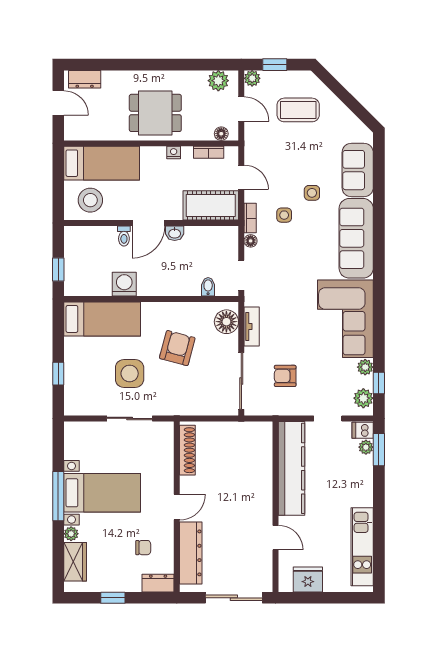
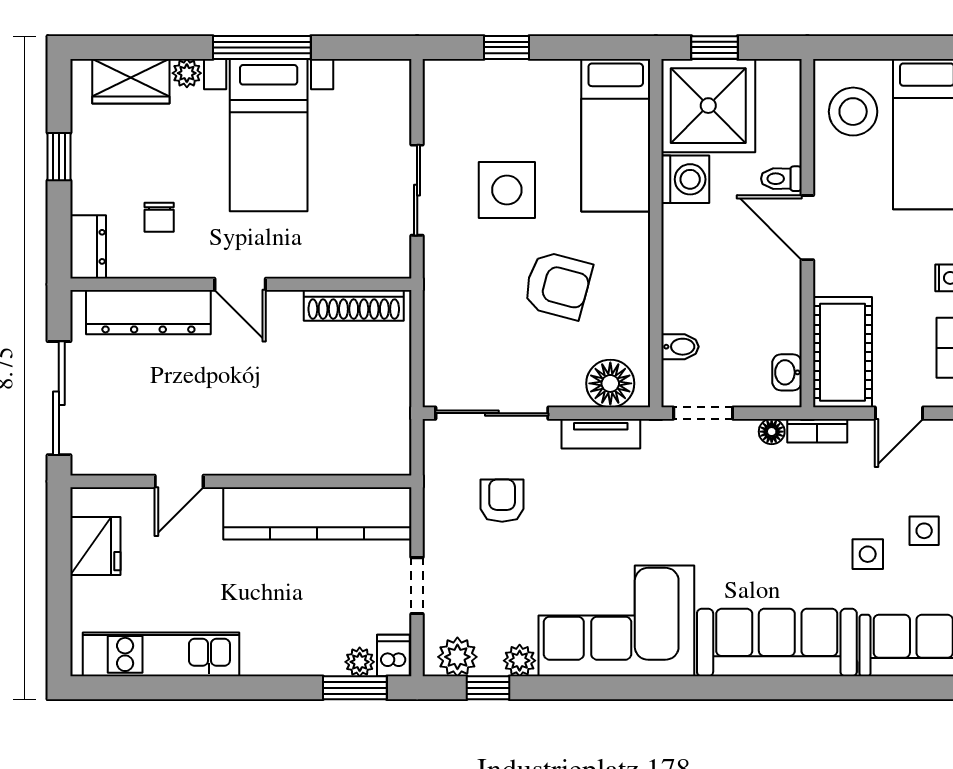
side table: (284, 215) -> (924, 531), moved
washbasin: (175, 233) -> (787, 372), moved
shower: (87, 273) -> (708, 106), added

